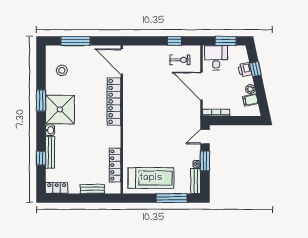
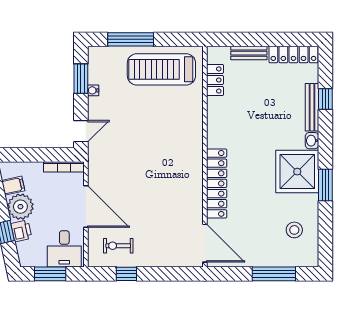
plant: (250, 89) -> (20, 207), width x1.88, depth x1.88
window: (205, 161) -> (81, 79), moved
locker: (115, 165) -> (215, 80), width x0.66
bench: (196, 181) -> (95, 65), removed
locker: (57, 188) -> (293, 55), width x1.53

